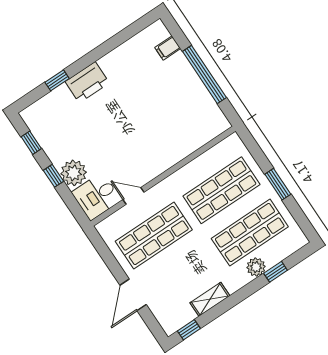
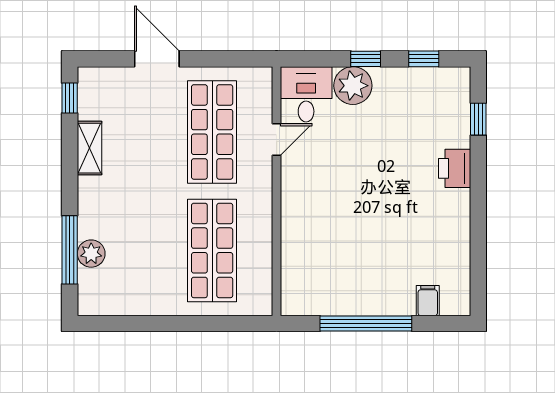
window: (57, 80) -> (478, 119), moved
printer: (87, 82) -> (455, 168), width x0.73, depth x0.84
window: (278, 184) -> (174, 324), removed
shop shelf: (250, 233) -> (138, 250), removed
plant: (256, 267) -> (91, 254), moved
window: (276, 272) -> (70, 250), width x2.17

